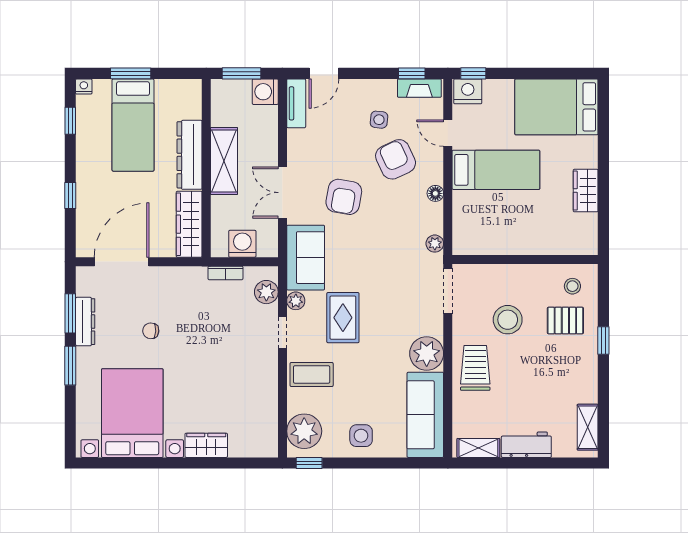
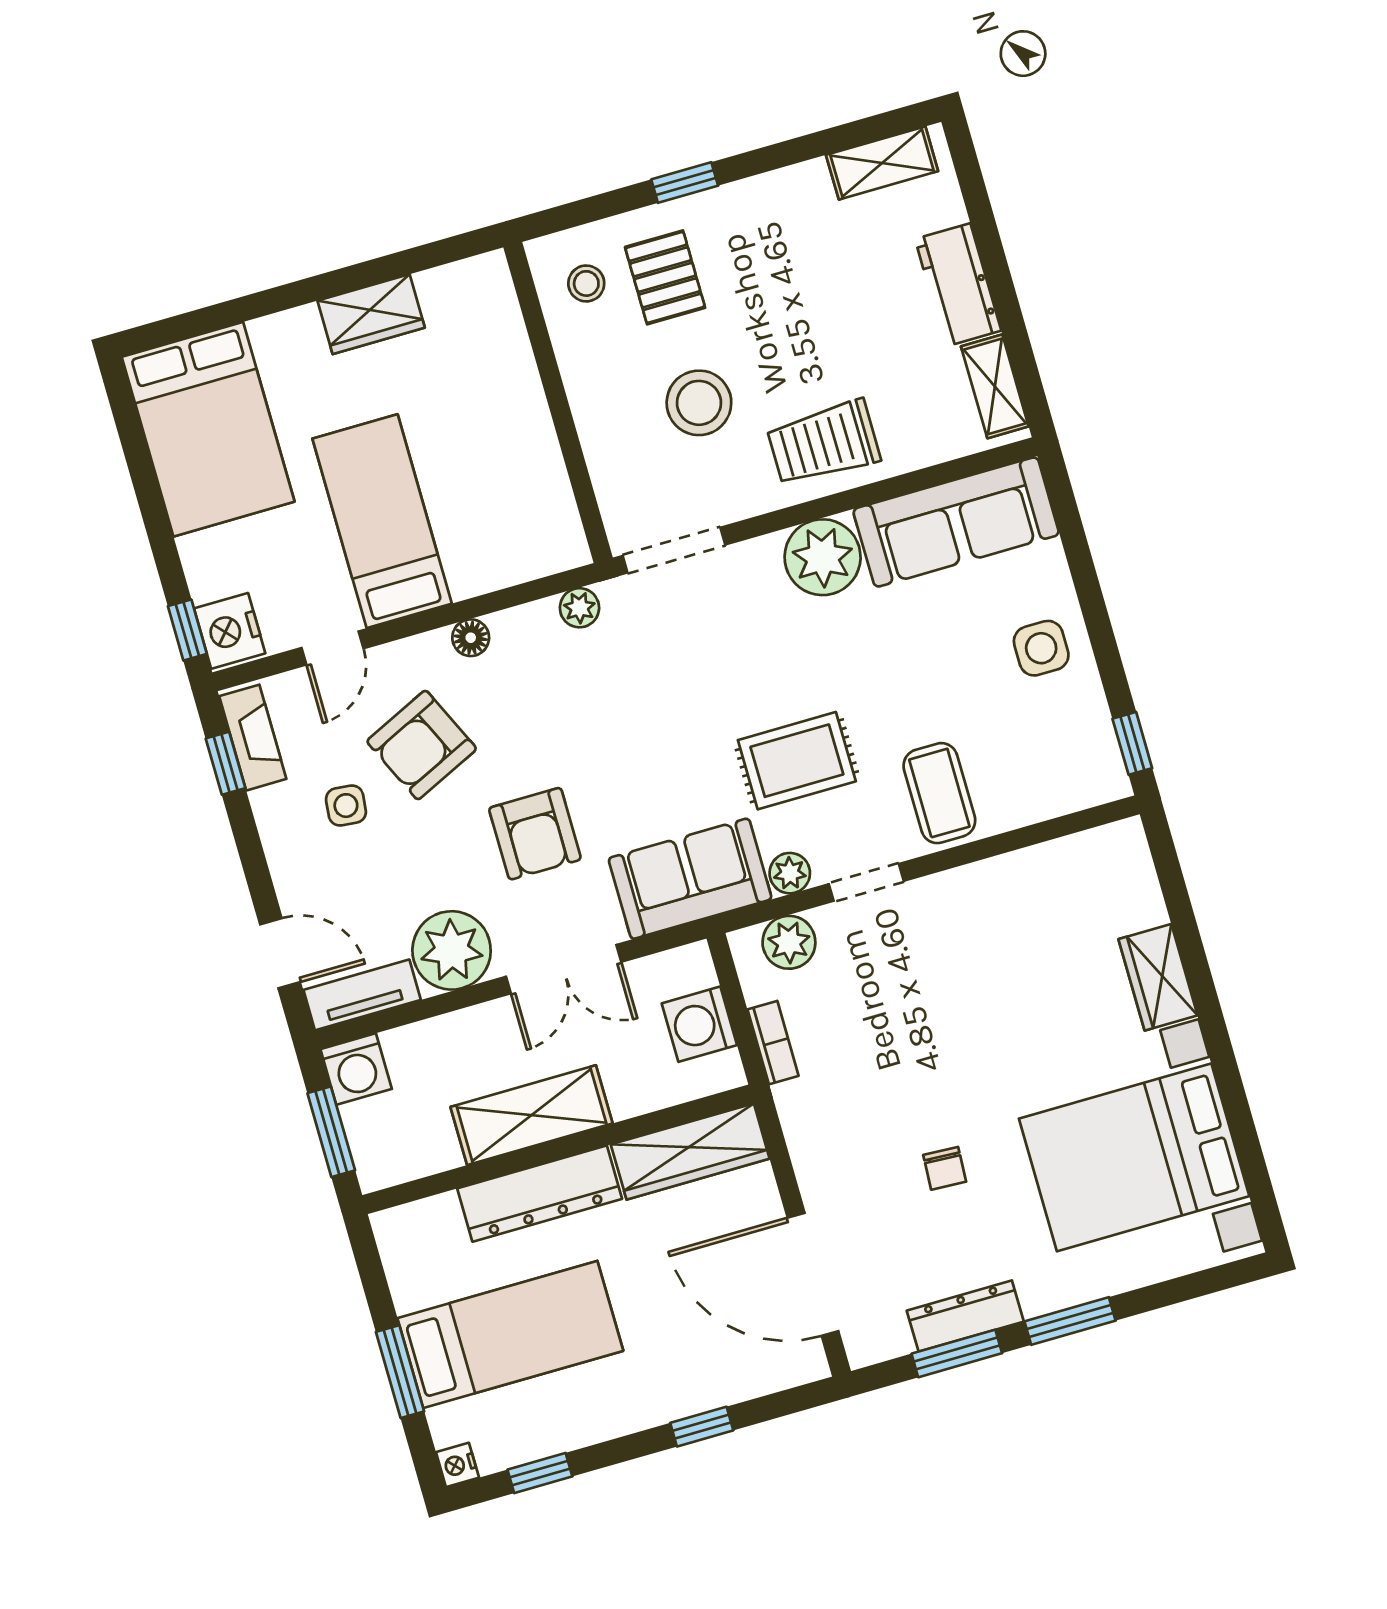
armchair: (344, 197) -> (535, 834), turned 80
plant: (304, 431) -> (452, 950), moved

